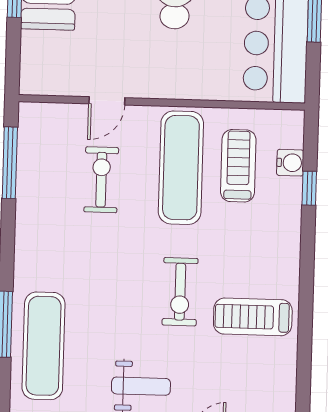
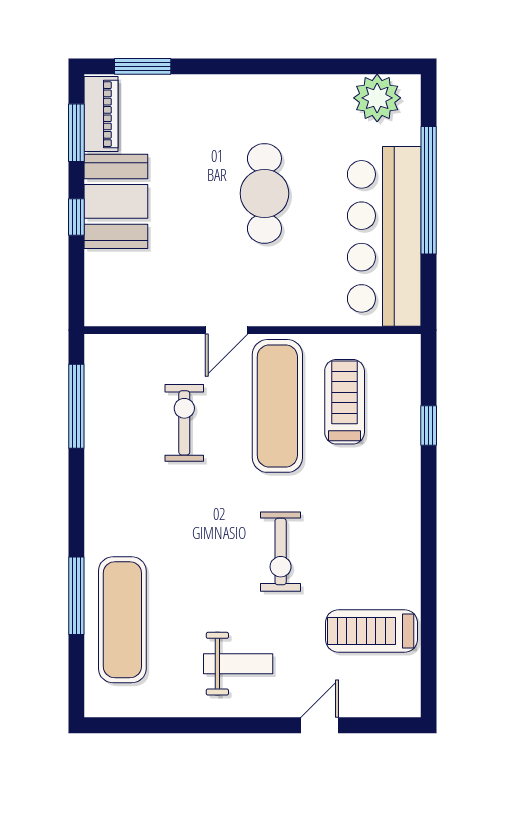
door: (107, 101) -> (227, 330), moved
water cooler: (290, 163) -> (405, 396), removed
treadmill: (253, 317) -> (372, 631), moved

